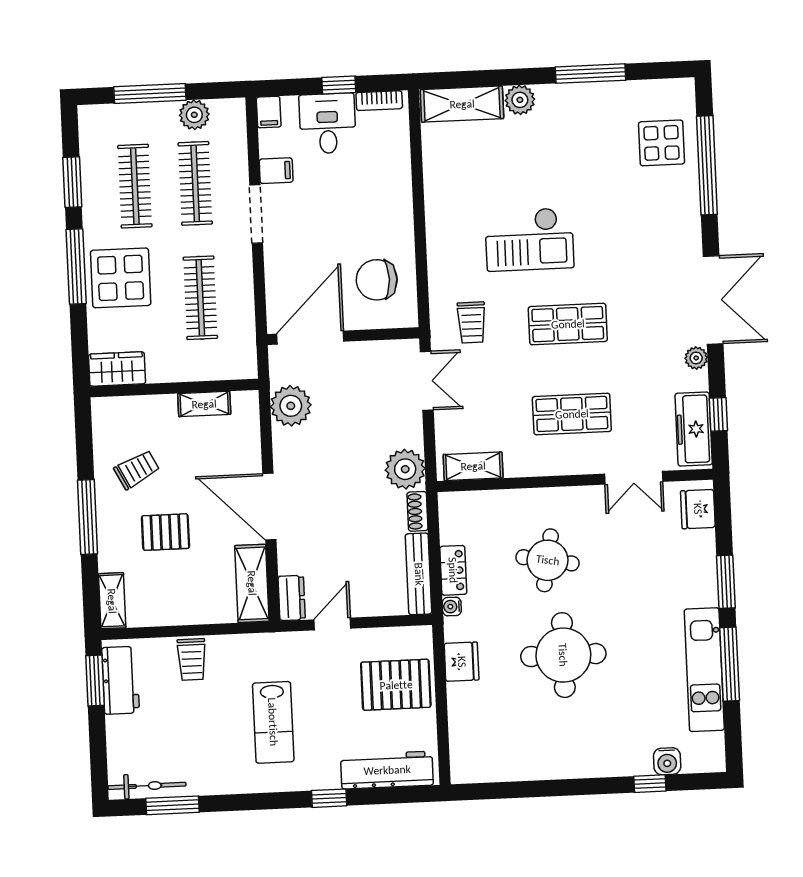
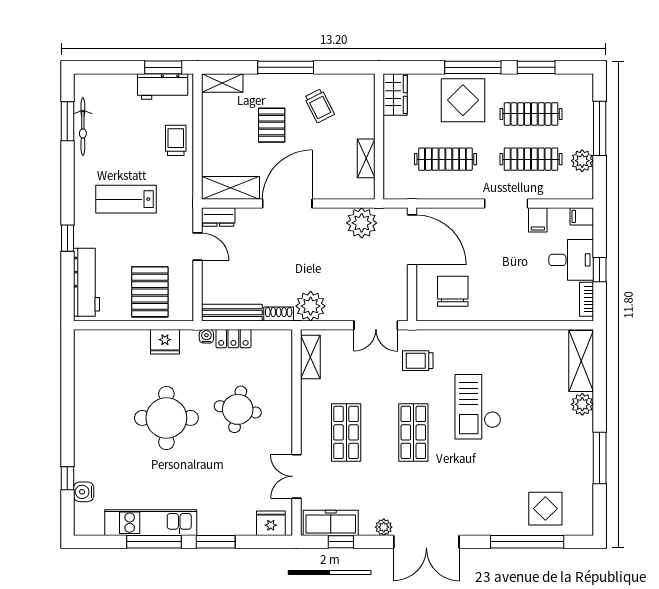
trolley: (192, 659) -> (176, 140), turned 90
bicycle: (147, 786) -> (83, 126), moved

